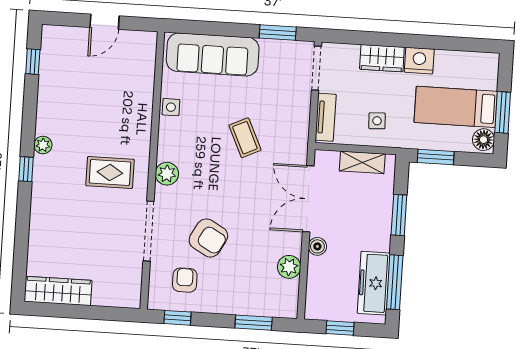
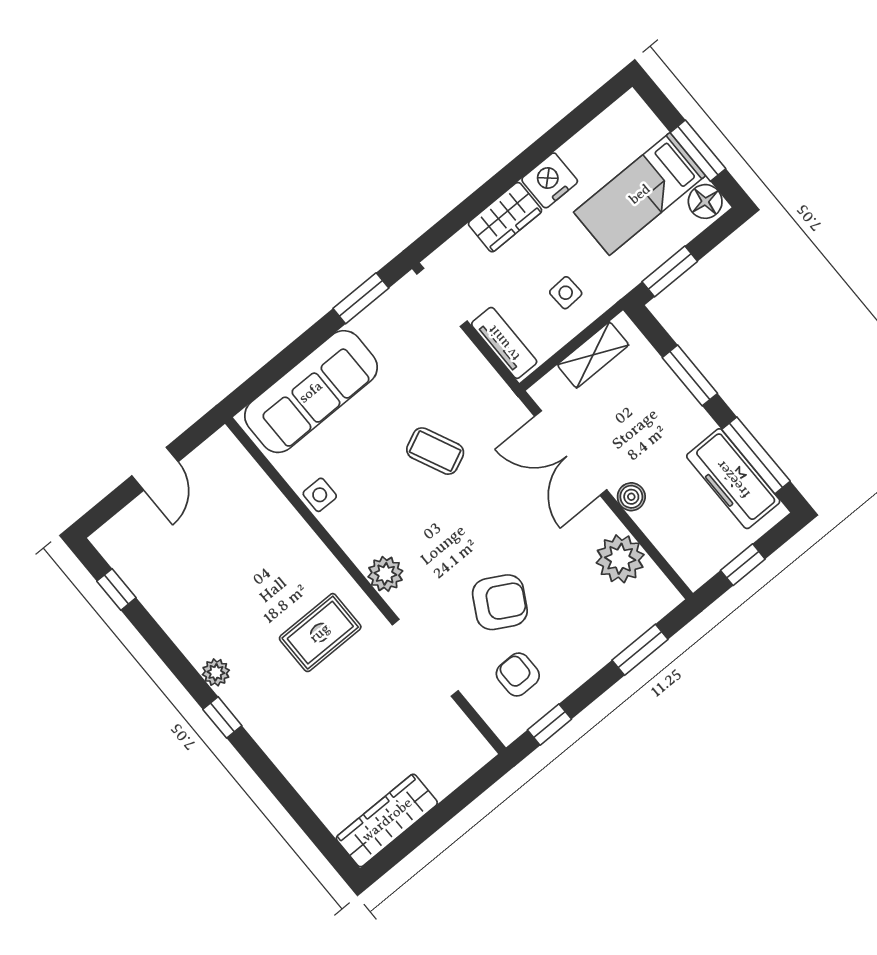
plant: (289, 267) -> (620, 559), width x1.36, depth x1.36

